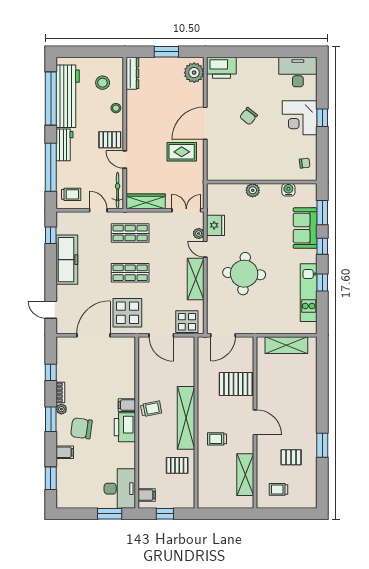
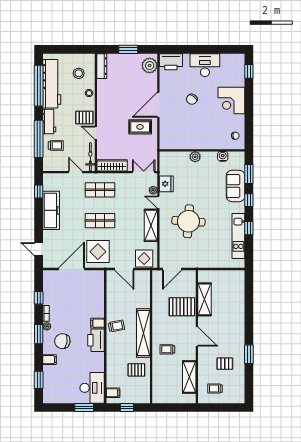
desk: (298, 72) -> (205, 65), moved
window: (322, 118) -> (249, 71), moved
trolley: (71, 194) -> (56, 145), moved
shelving: (286, 345) -> (204, 299), moved, turned 90

